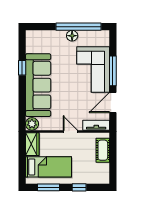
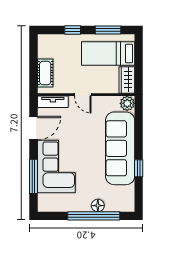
window: (79, 27) -> (94, 216), moved
floor lamp: (72, 36) -> (98, 206), moved
window: (113, 71) -> (34, 176), moved

